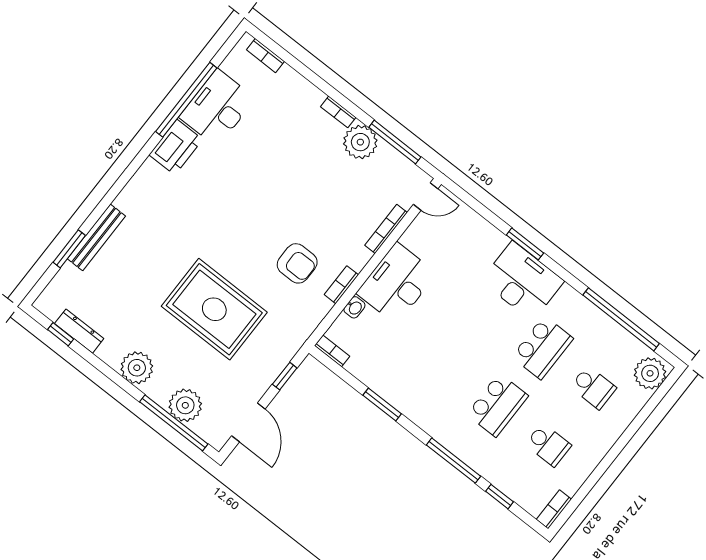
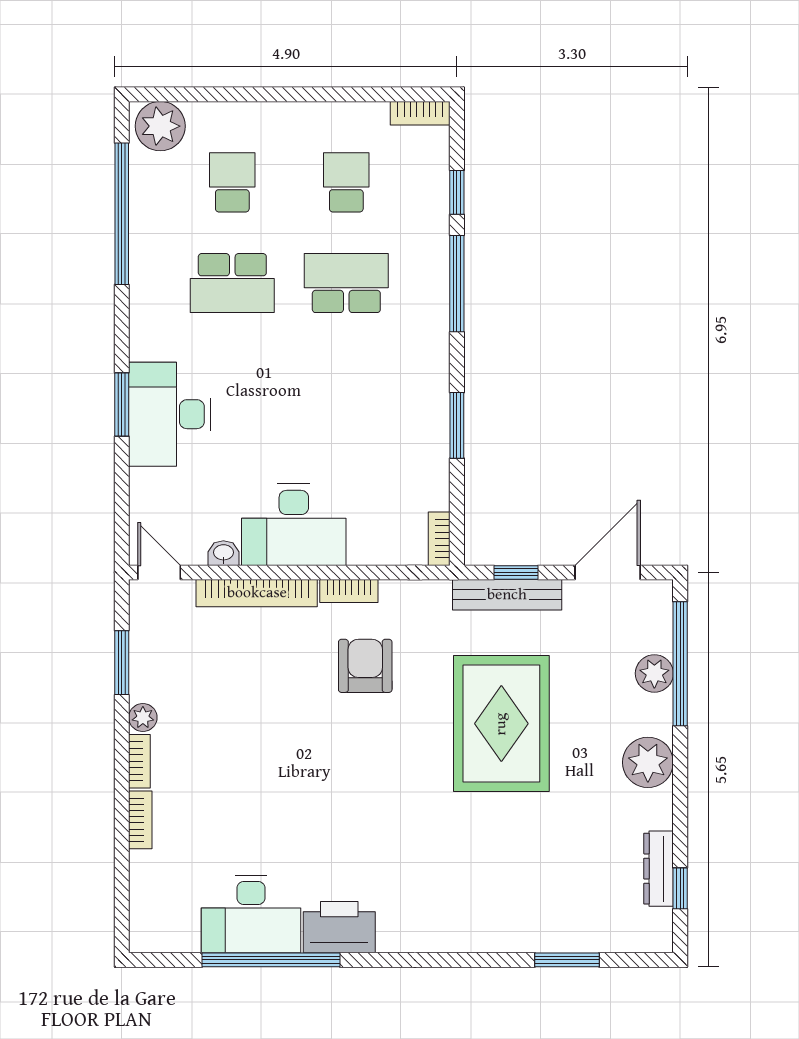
bookcase: (265, 56) -> (140, 820), moved
plant: (360, 142) -> (143, 718), width x0.53, depth x0.53
window: (395, 142) -> (122, 663), width x0.69
bookcase: (386, 229) -> (257, 593), width x1.48, depth x1.31
bench: (96, 237) -> (507, 595), moved
desk: (522, 281) -> (170, 414), moved
washbasin: (354, 307) -> (223, 553), moved
school desk: (543, 348) -> (232, 283), turned 180
plant: (185, 405) -> (654, 673), width x0.73, depth x0.73

